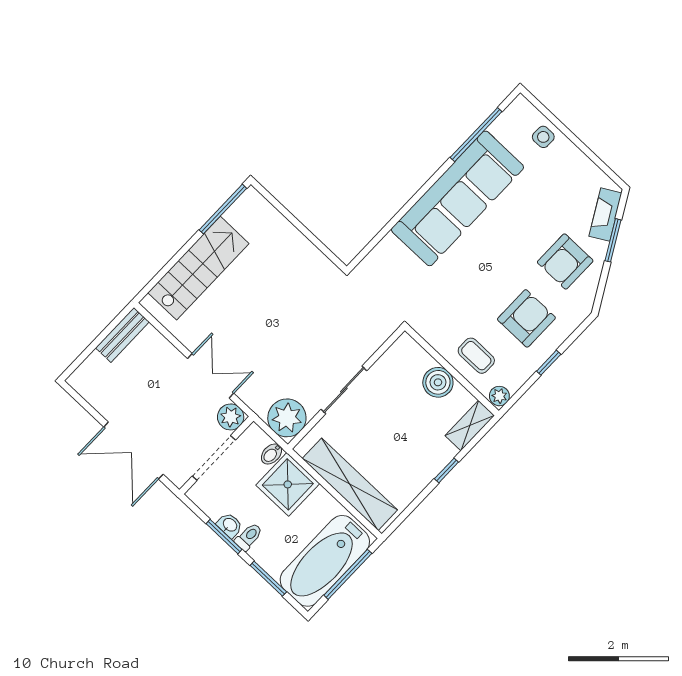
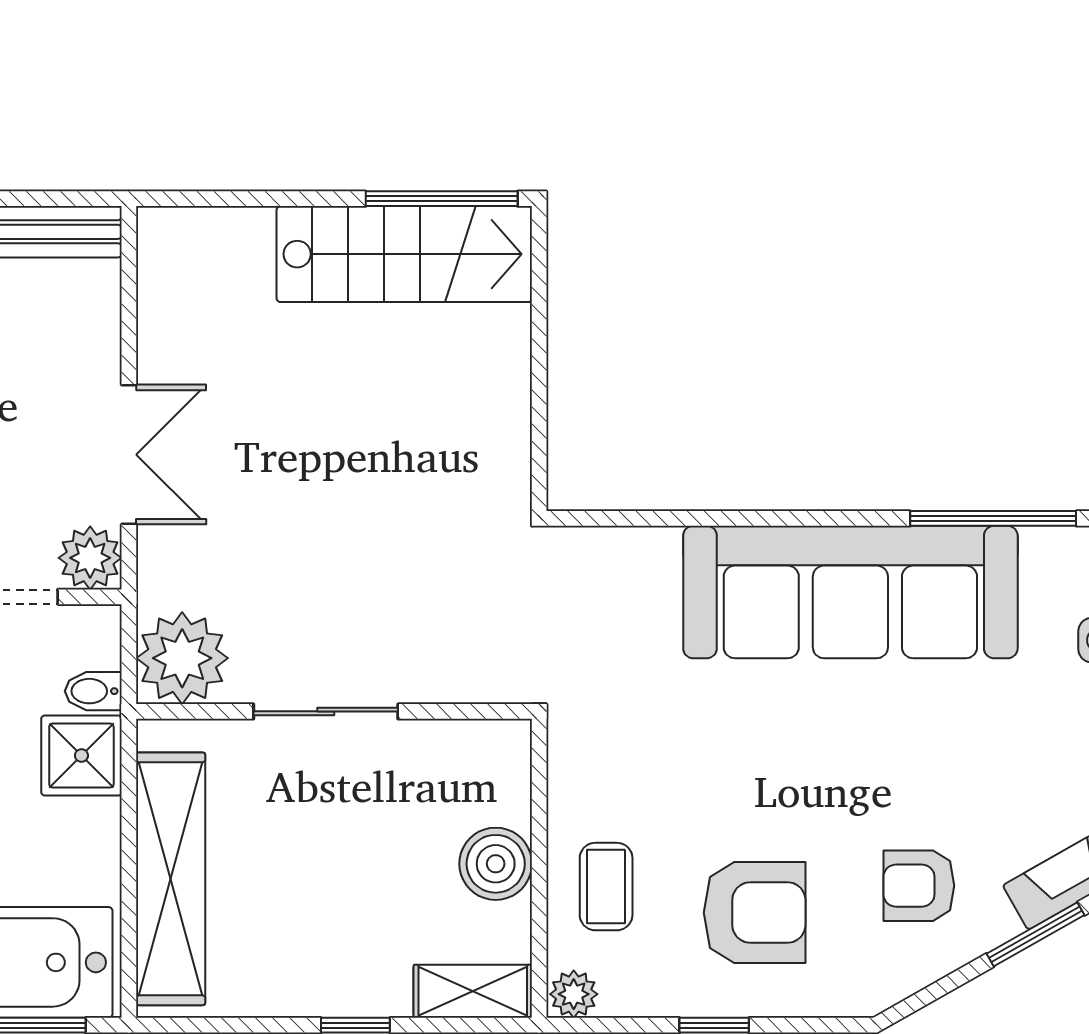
armchair: (565, 261) -> (919, 886), width x0.72, depth x0.72
stairs: (198, 268) -> (404, 254), moved
shower: (288, 484) -> (81, 756), width x0.73, depth x0.73

